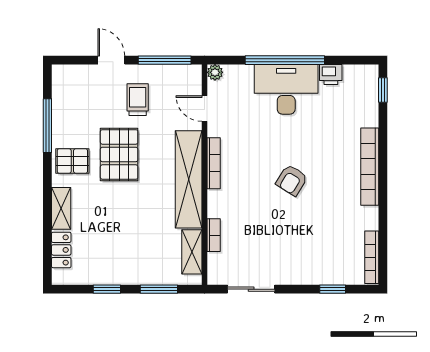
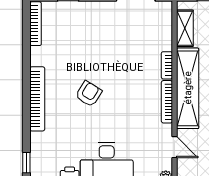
armchair: (292, 180) -> (89, 94), moved
bookcase: (214, 235) -> (167, 65), moved

